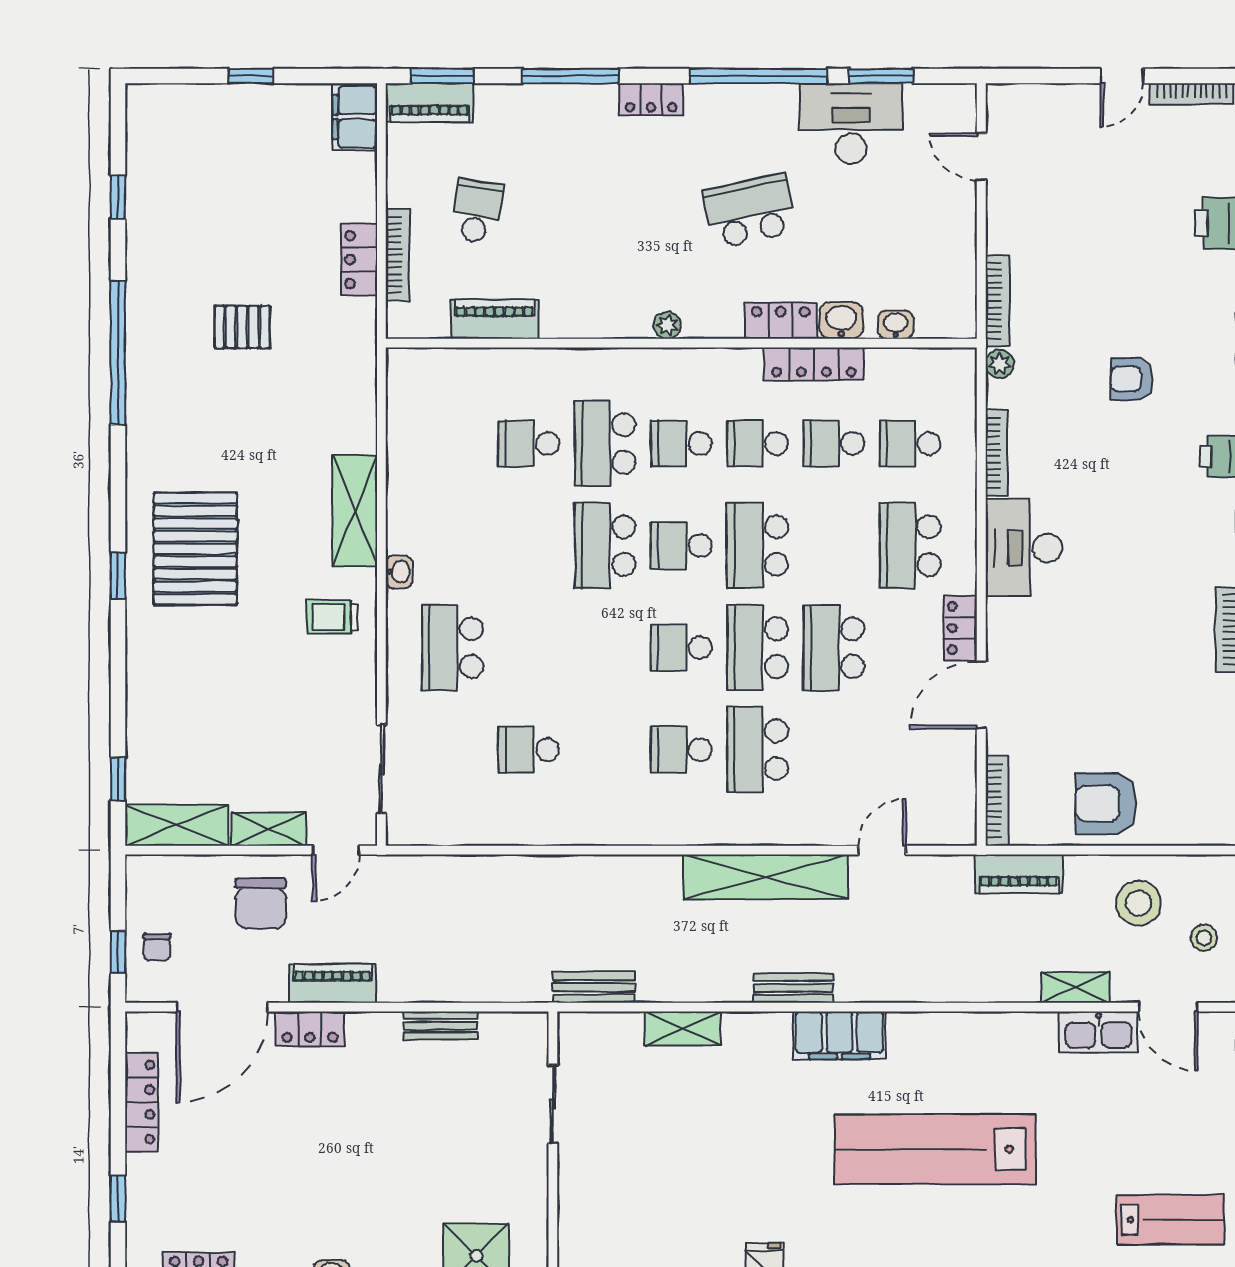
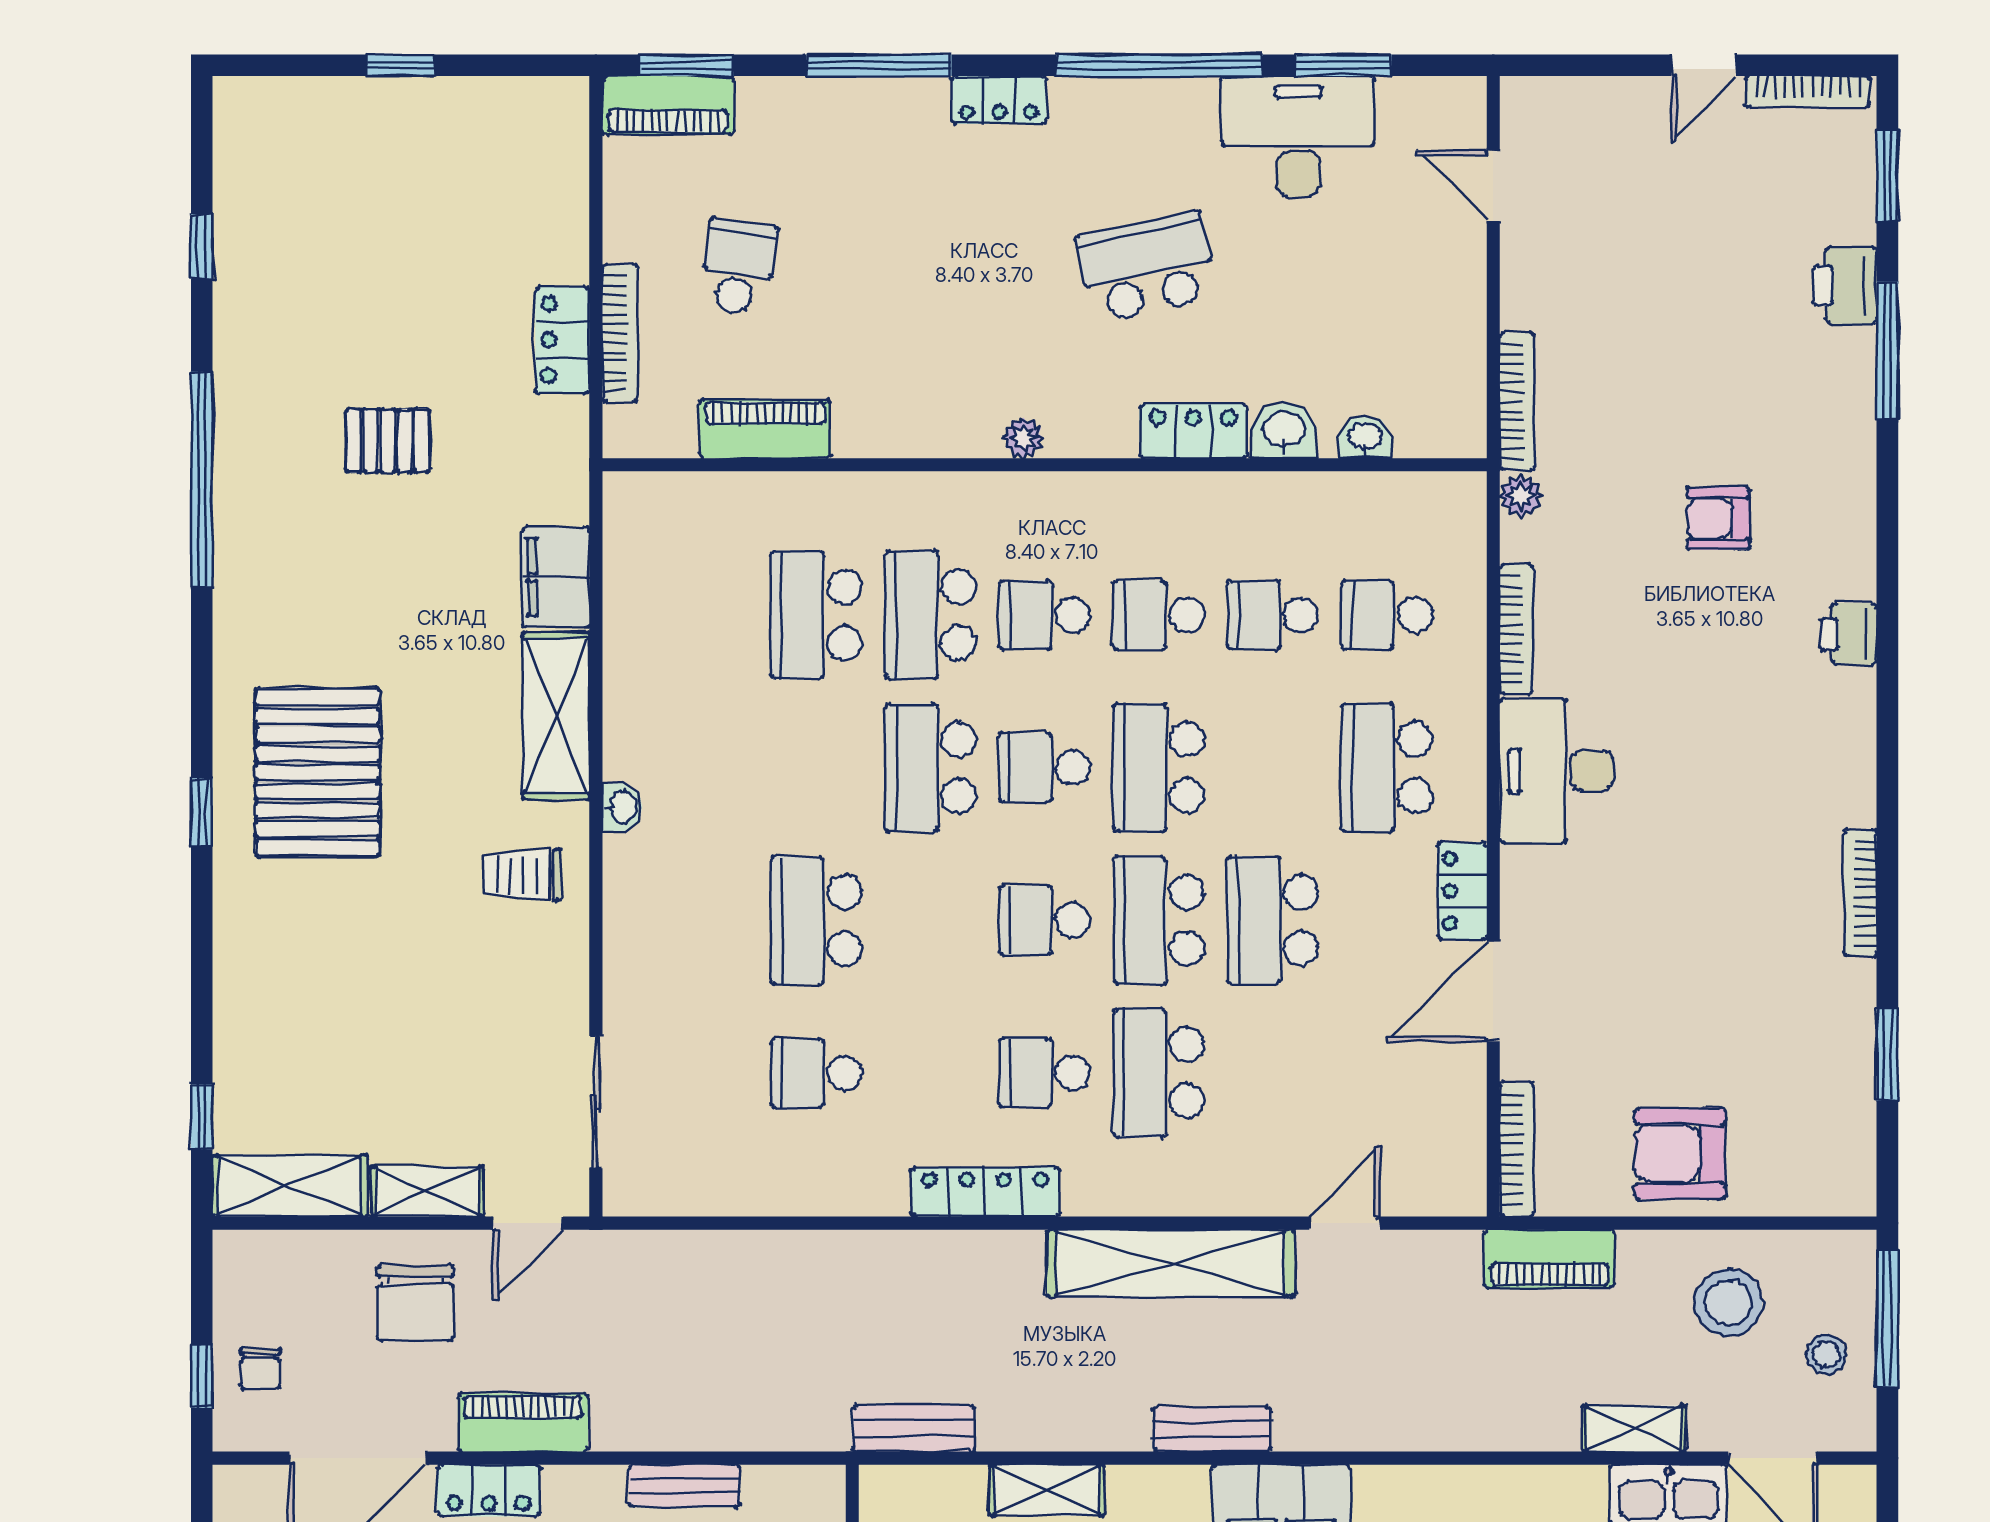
filing cabinet: (355, 117) -> (556, 577), moved
locker: (814, 364) -> (985, 1192), moved, turned 180
school desk: (529, 444) -> (816, 615), width x1.85
school desk: (453, 648) -> (816, 920), moved

